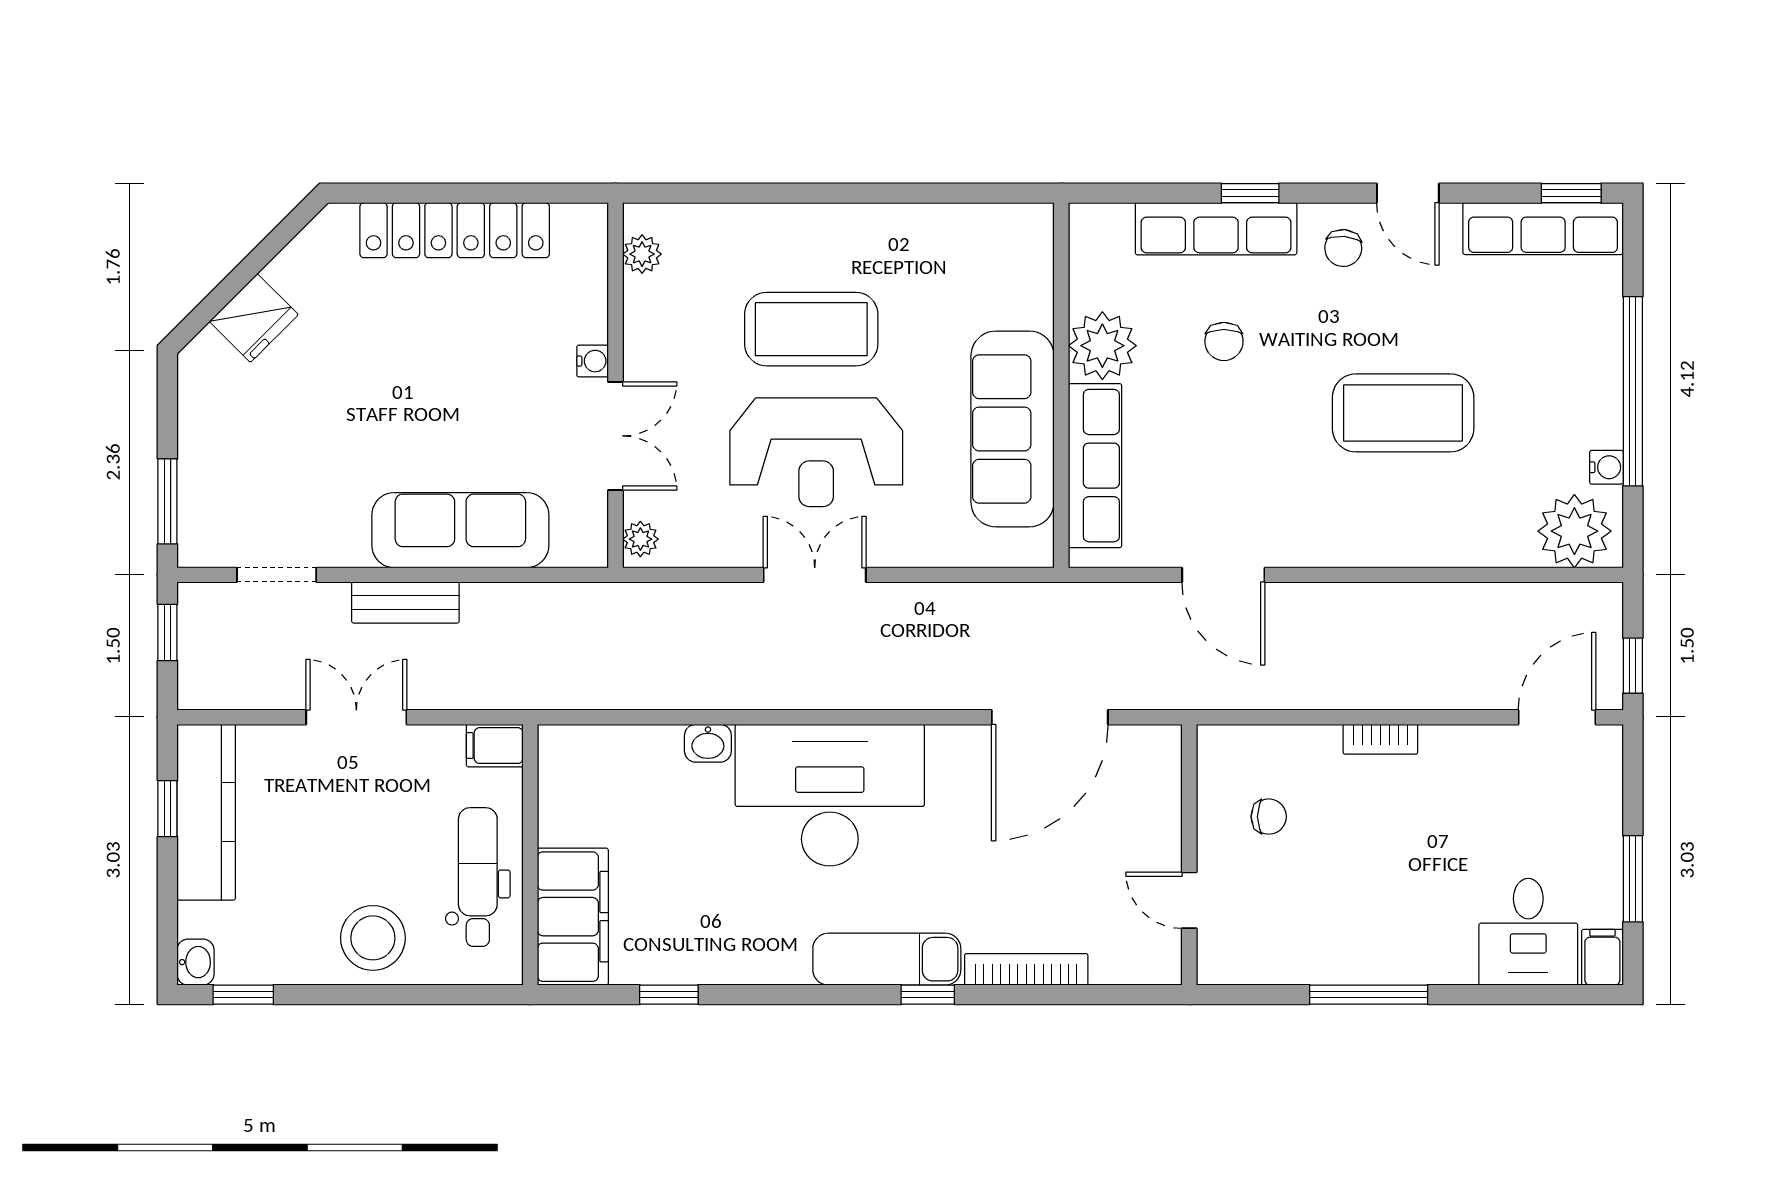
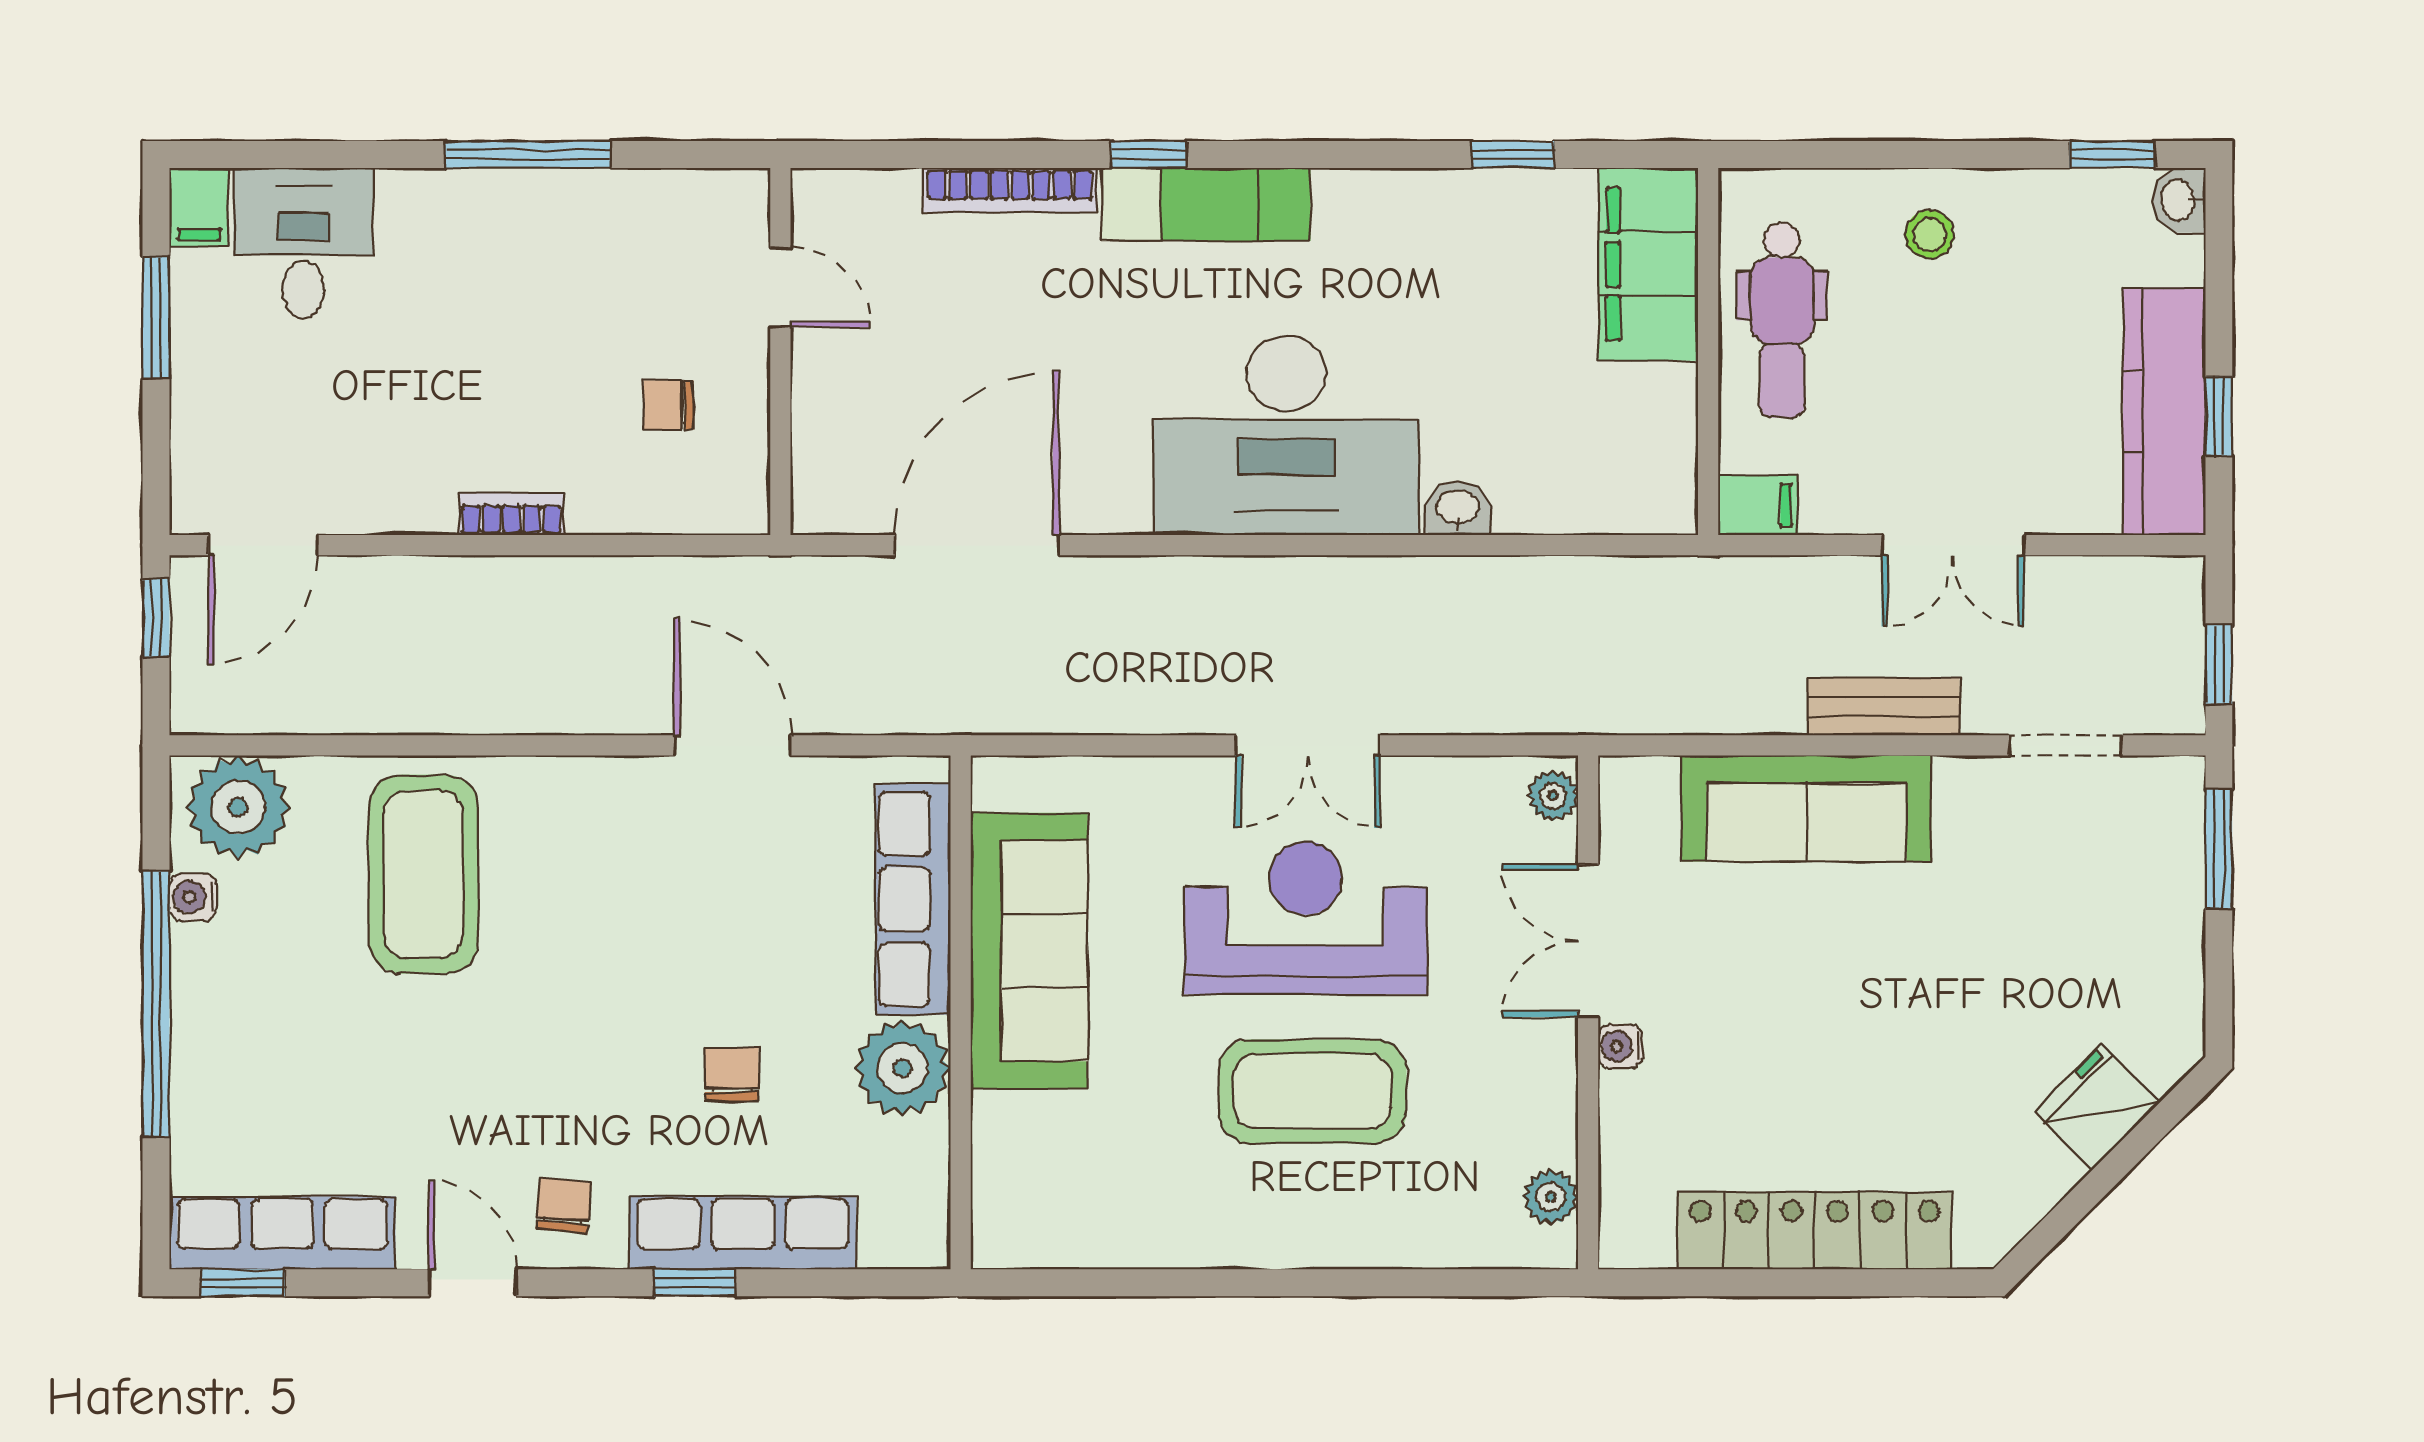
coffee table: (1403, 413) -> (423, 874), moved, turned 90
stool: (373, 938) -> (1930, 234), width x0.53, depth x0.53

